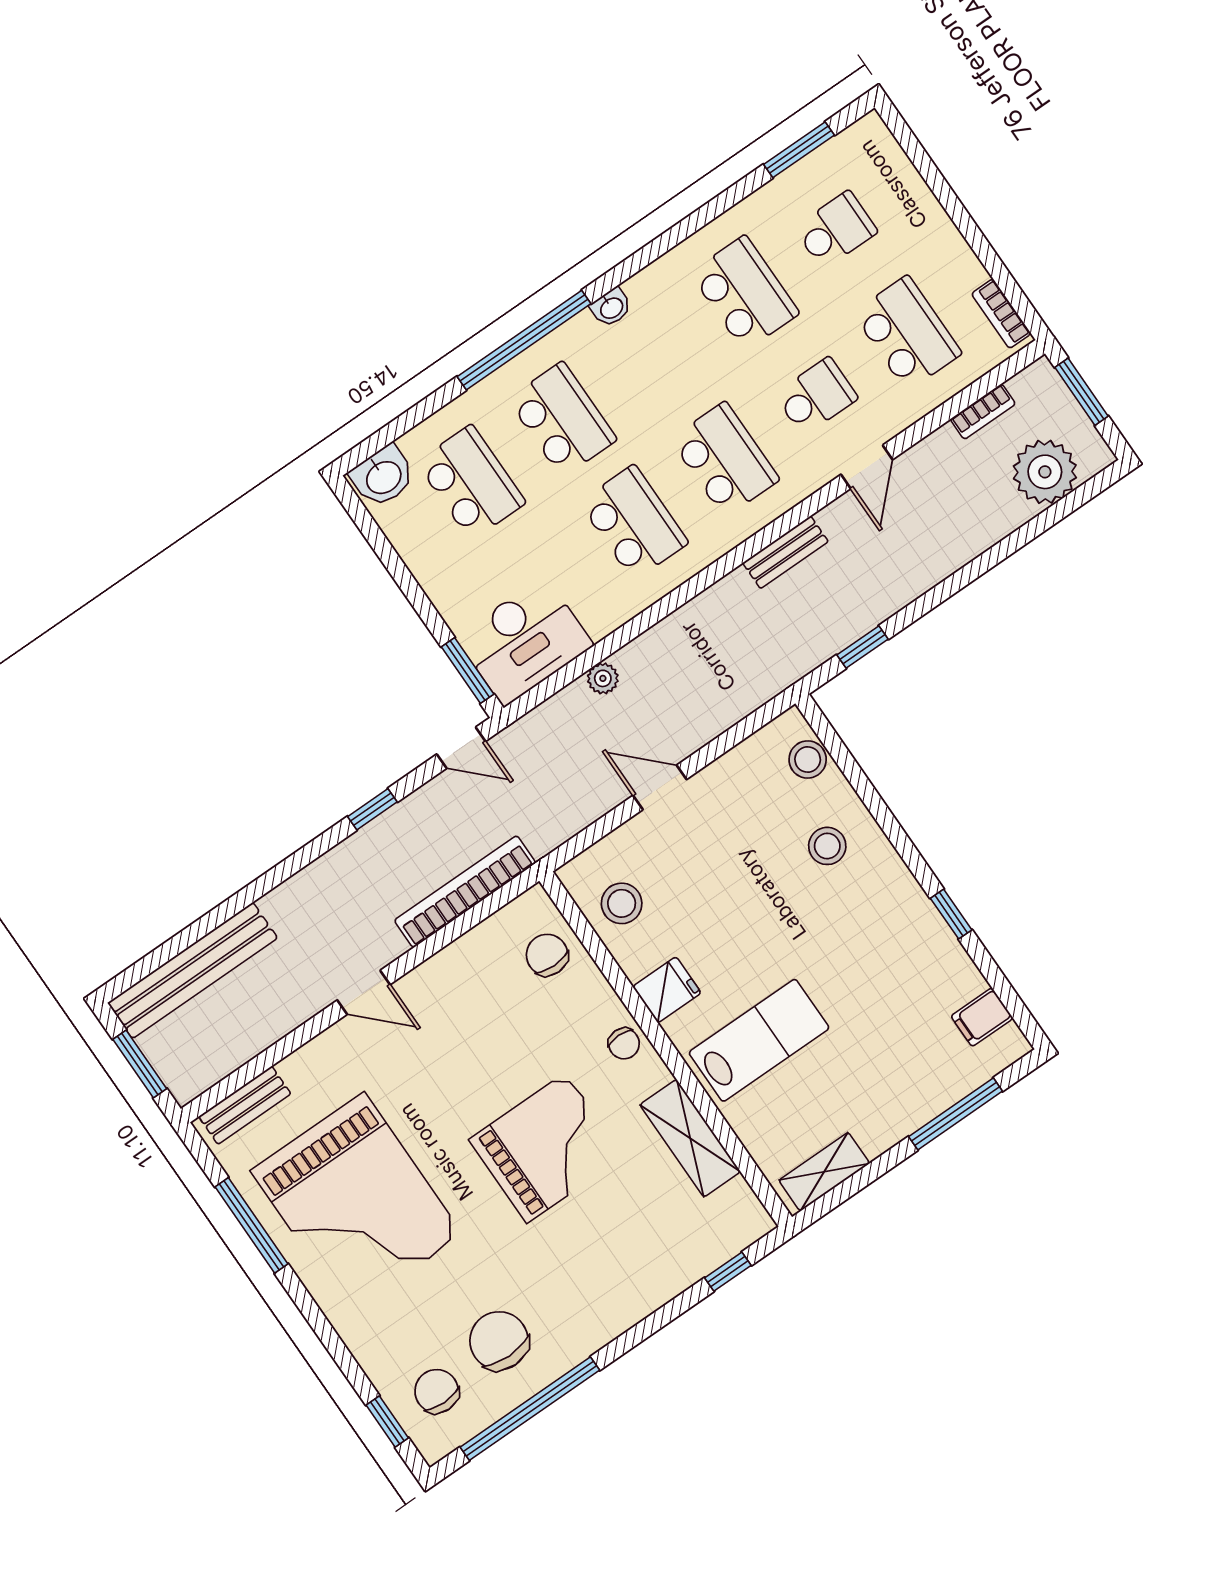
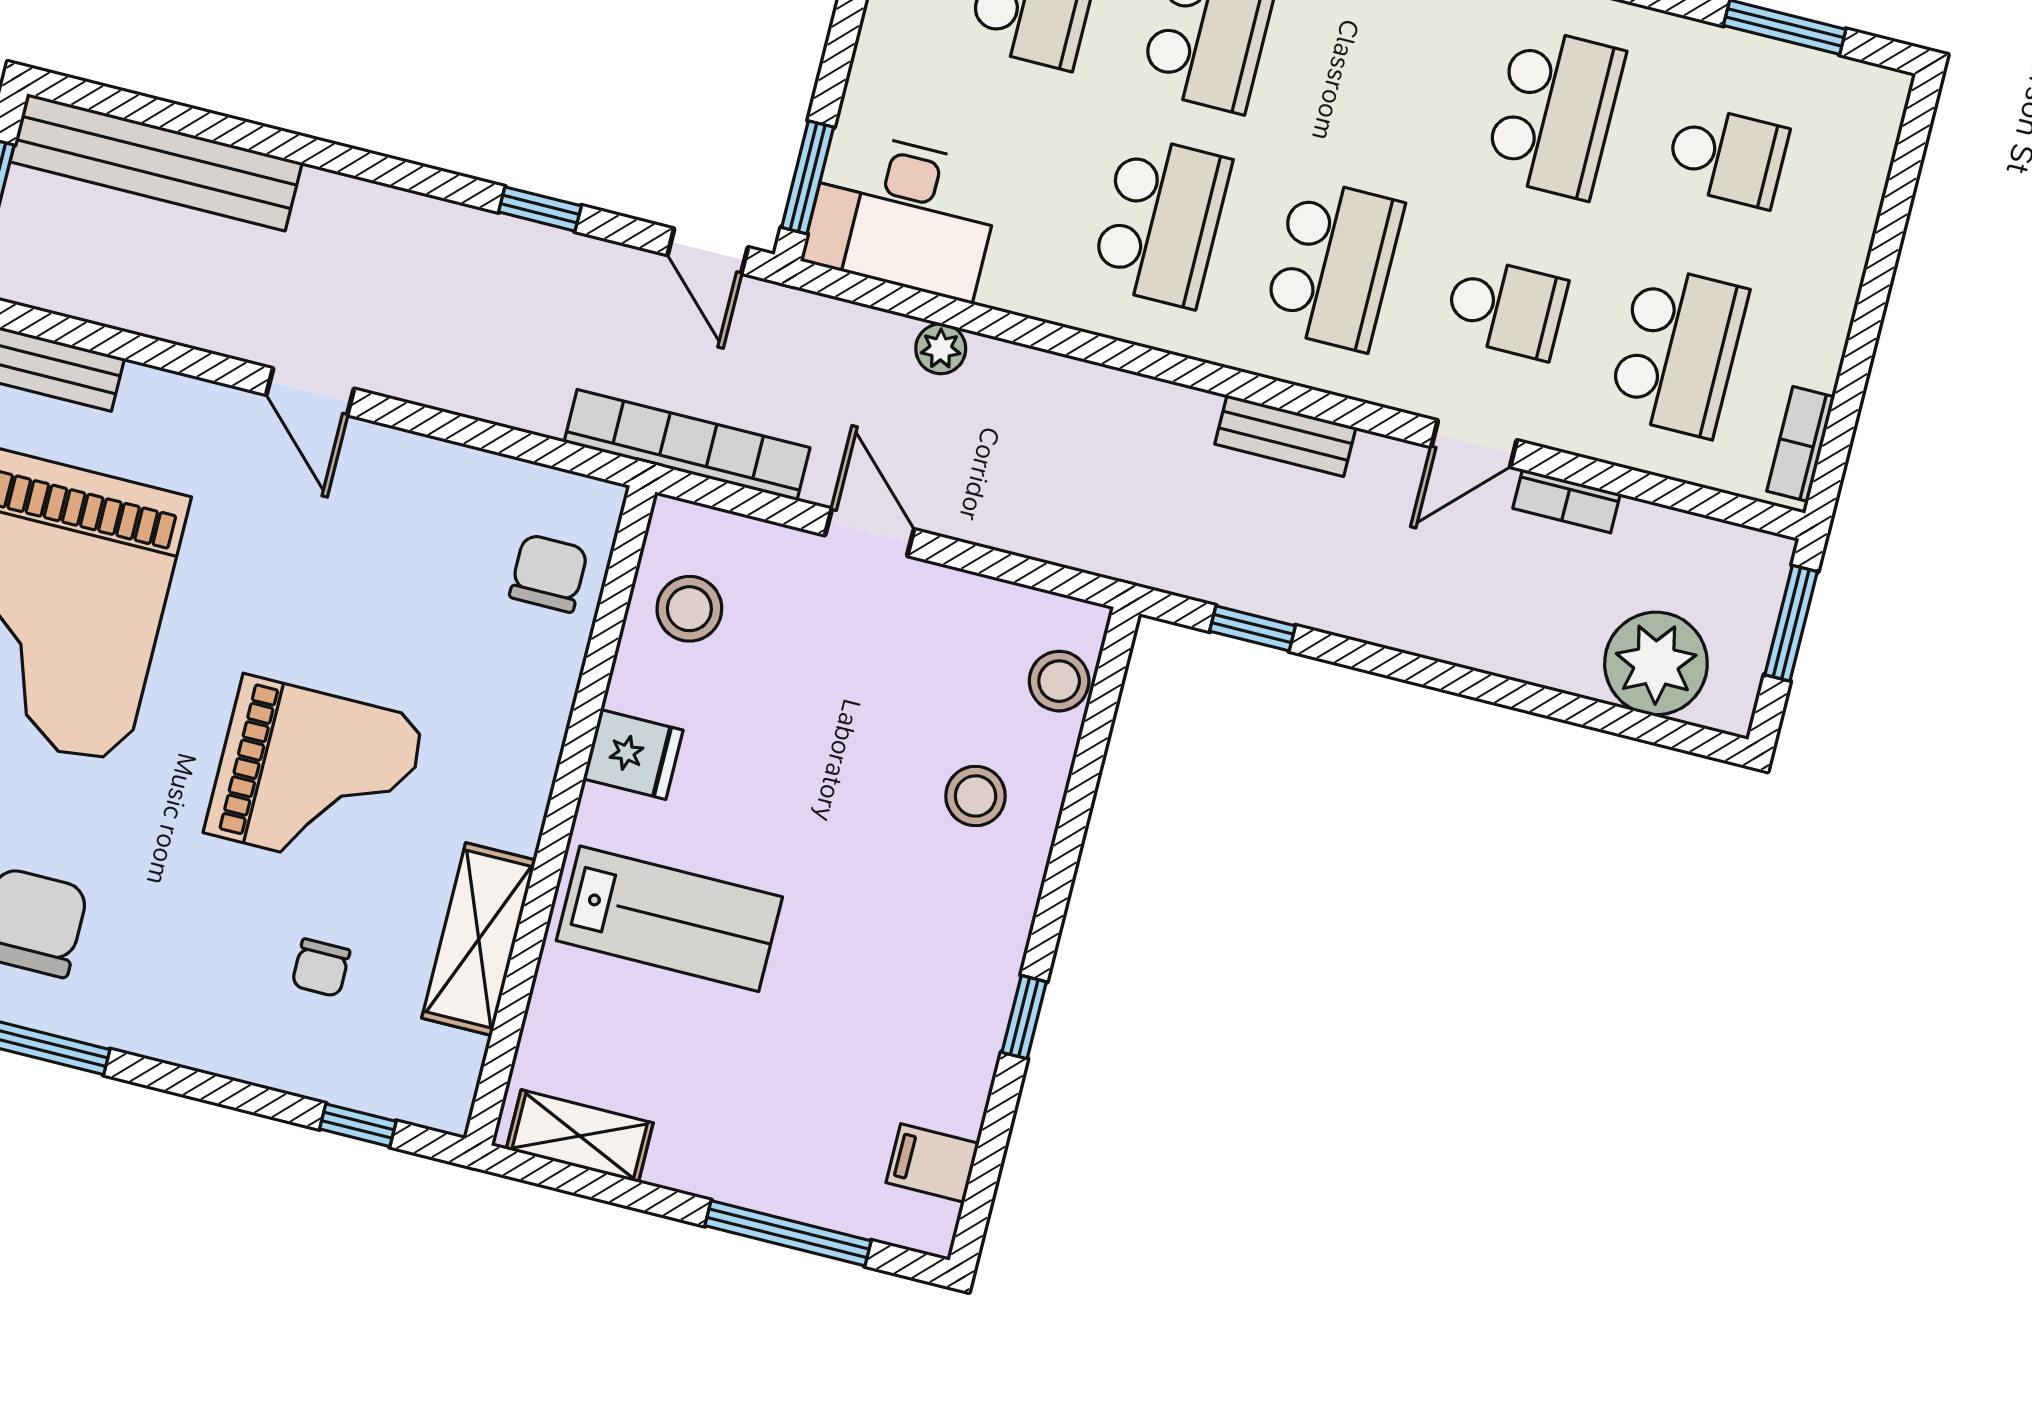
bookcase: (983, 412) -> (1567, 501), moved
bookcase: (465, 892) -> (687, 445), moved
chair: (624, 1044) -> (321, 968), moved

